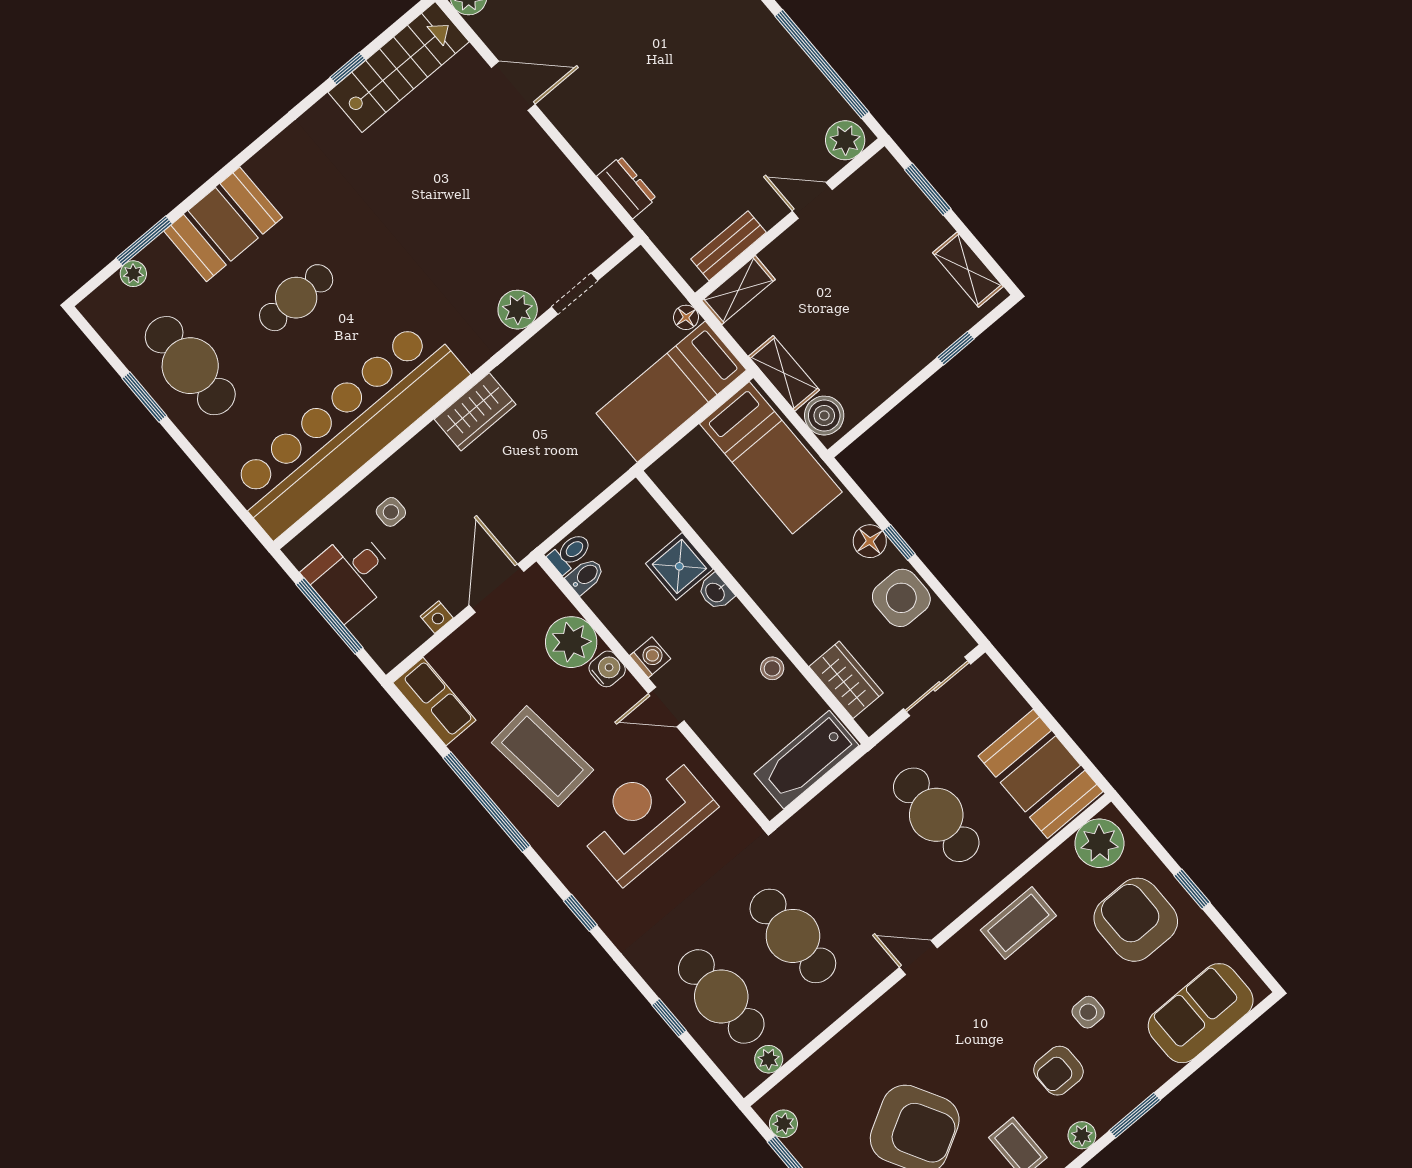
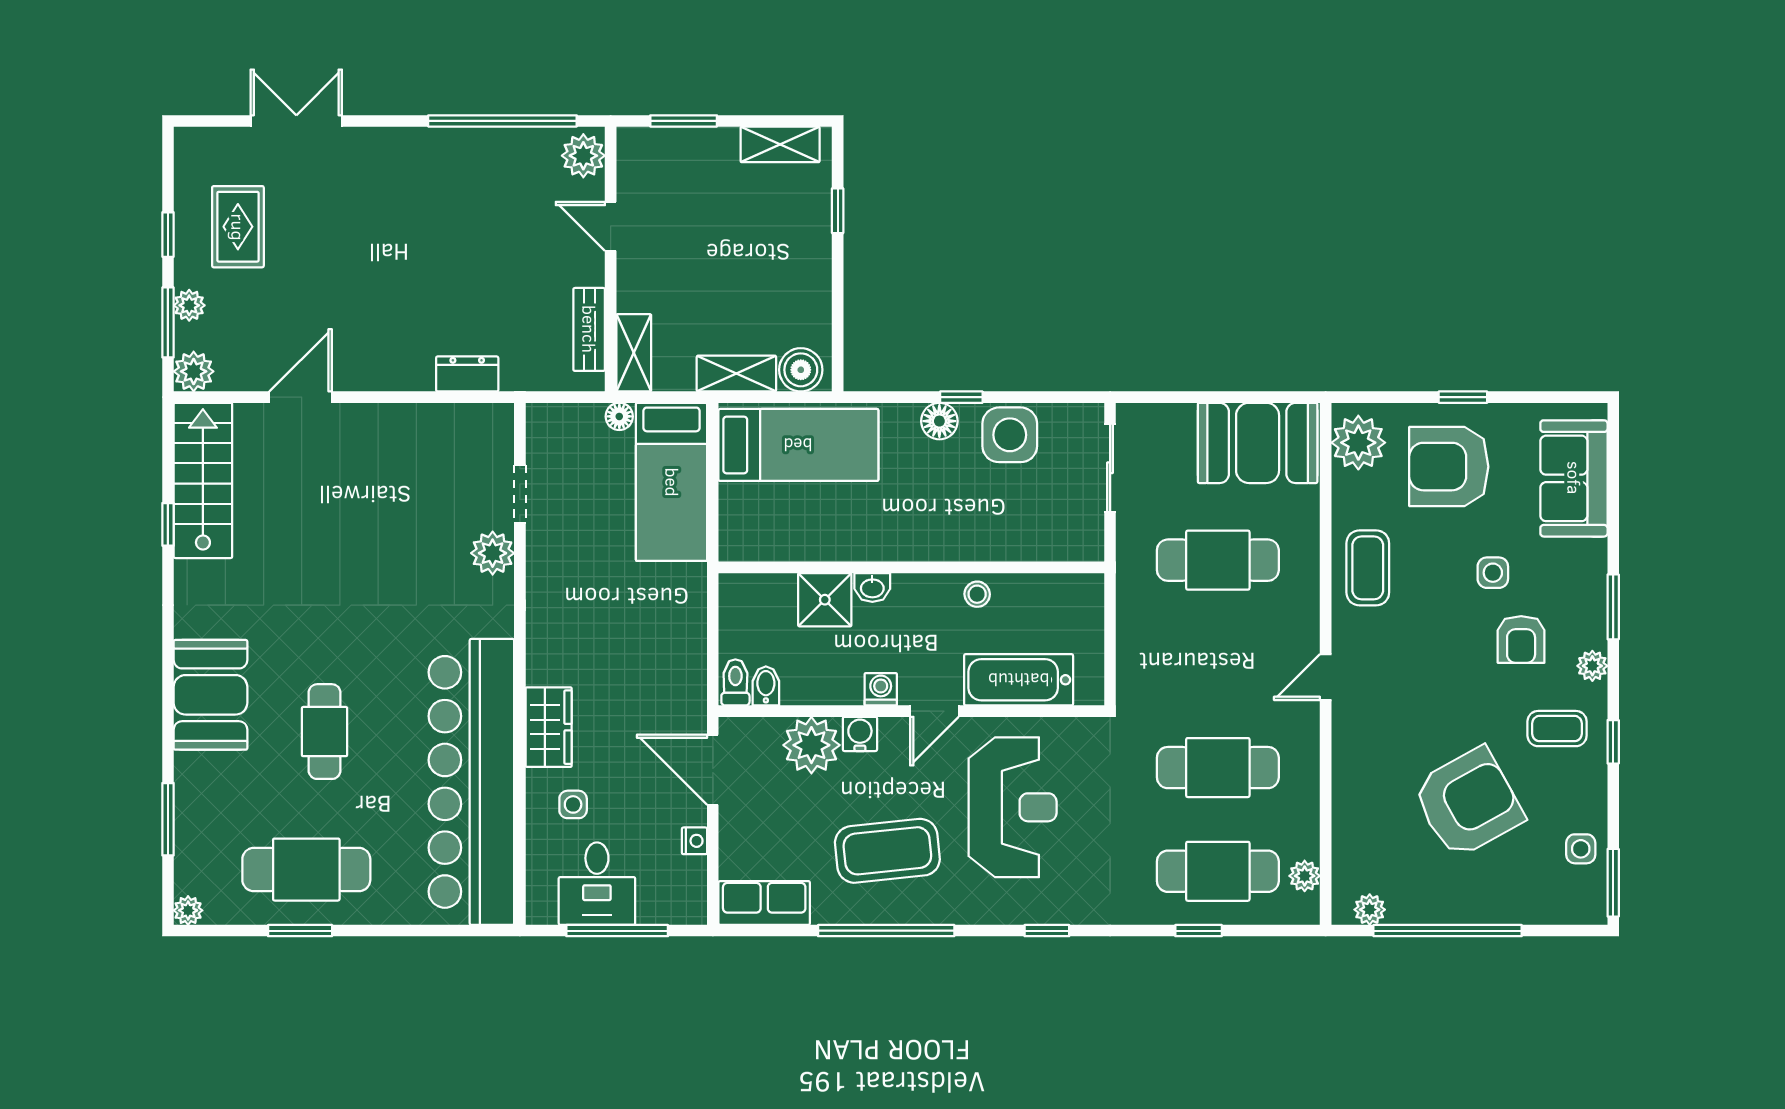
door: (812, 200) -> (611, 226), hinge flipped
booth: (223, 224) -> (210, 695), moved
plant: (133, 274) -> (188, 910), moved
wardrobe: (475, 412) -> (549, 727), moved
wardrobe: (846, 680) -> (1039, 540), removed
bathtub: (806, 760) -> (1019, 680), moved, turned 90
reception desk: (646, 817) -> (1013, 807), turned 180

